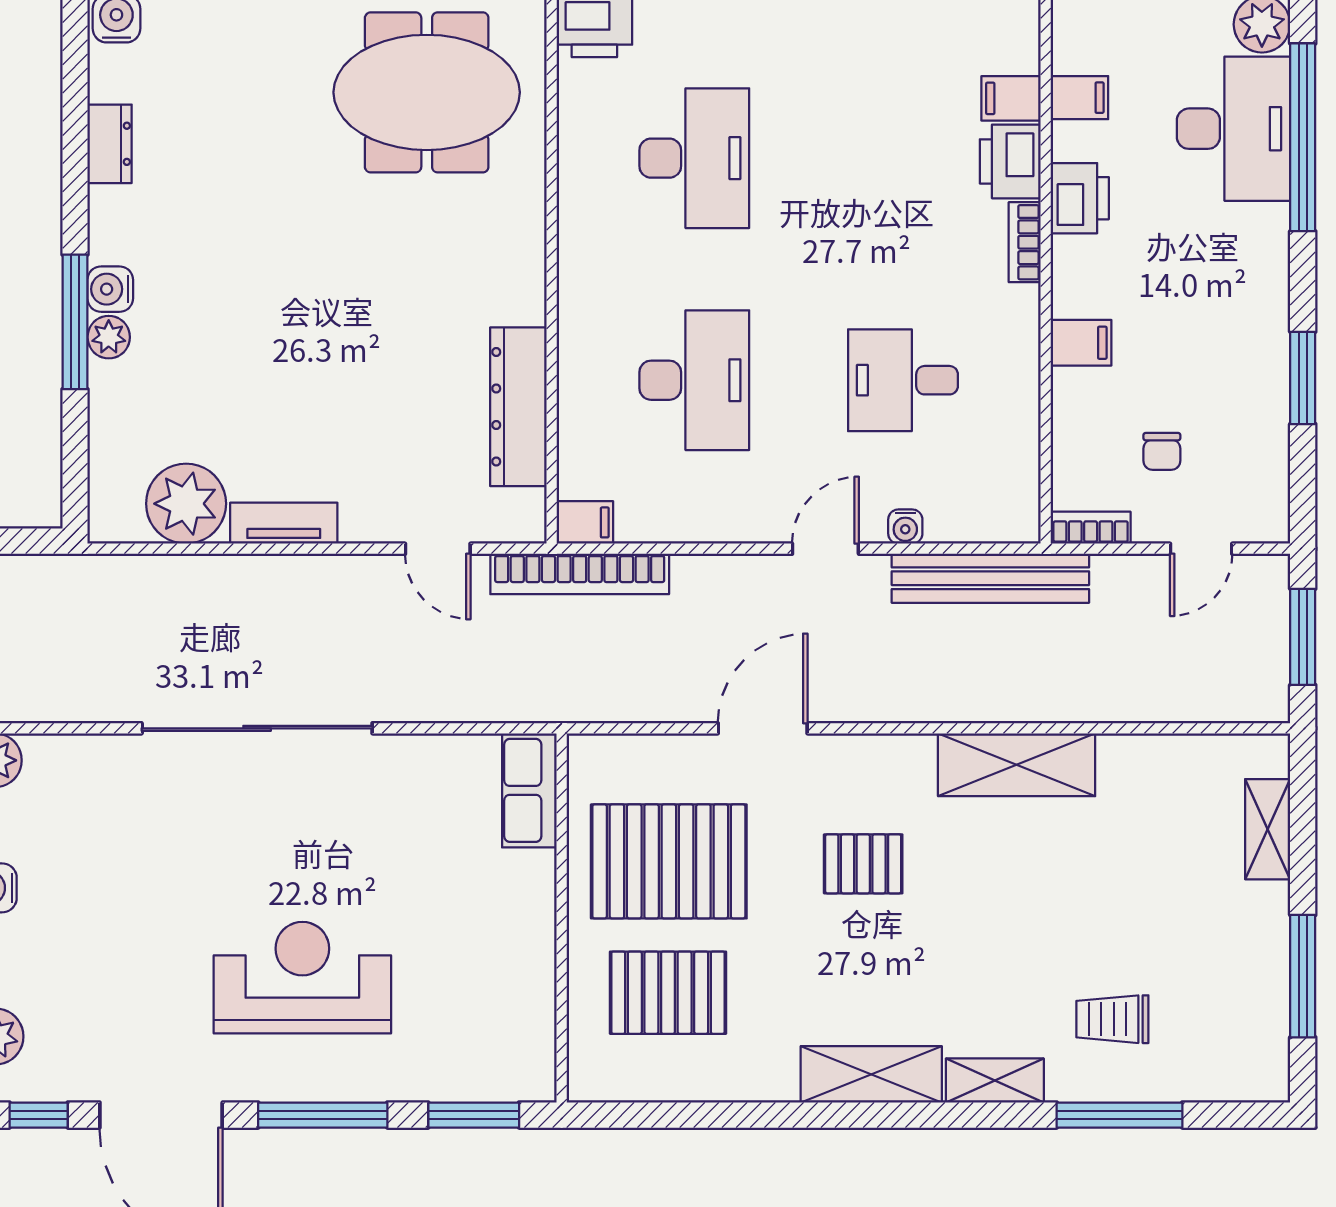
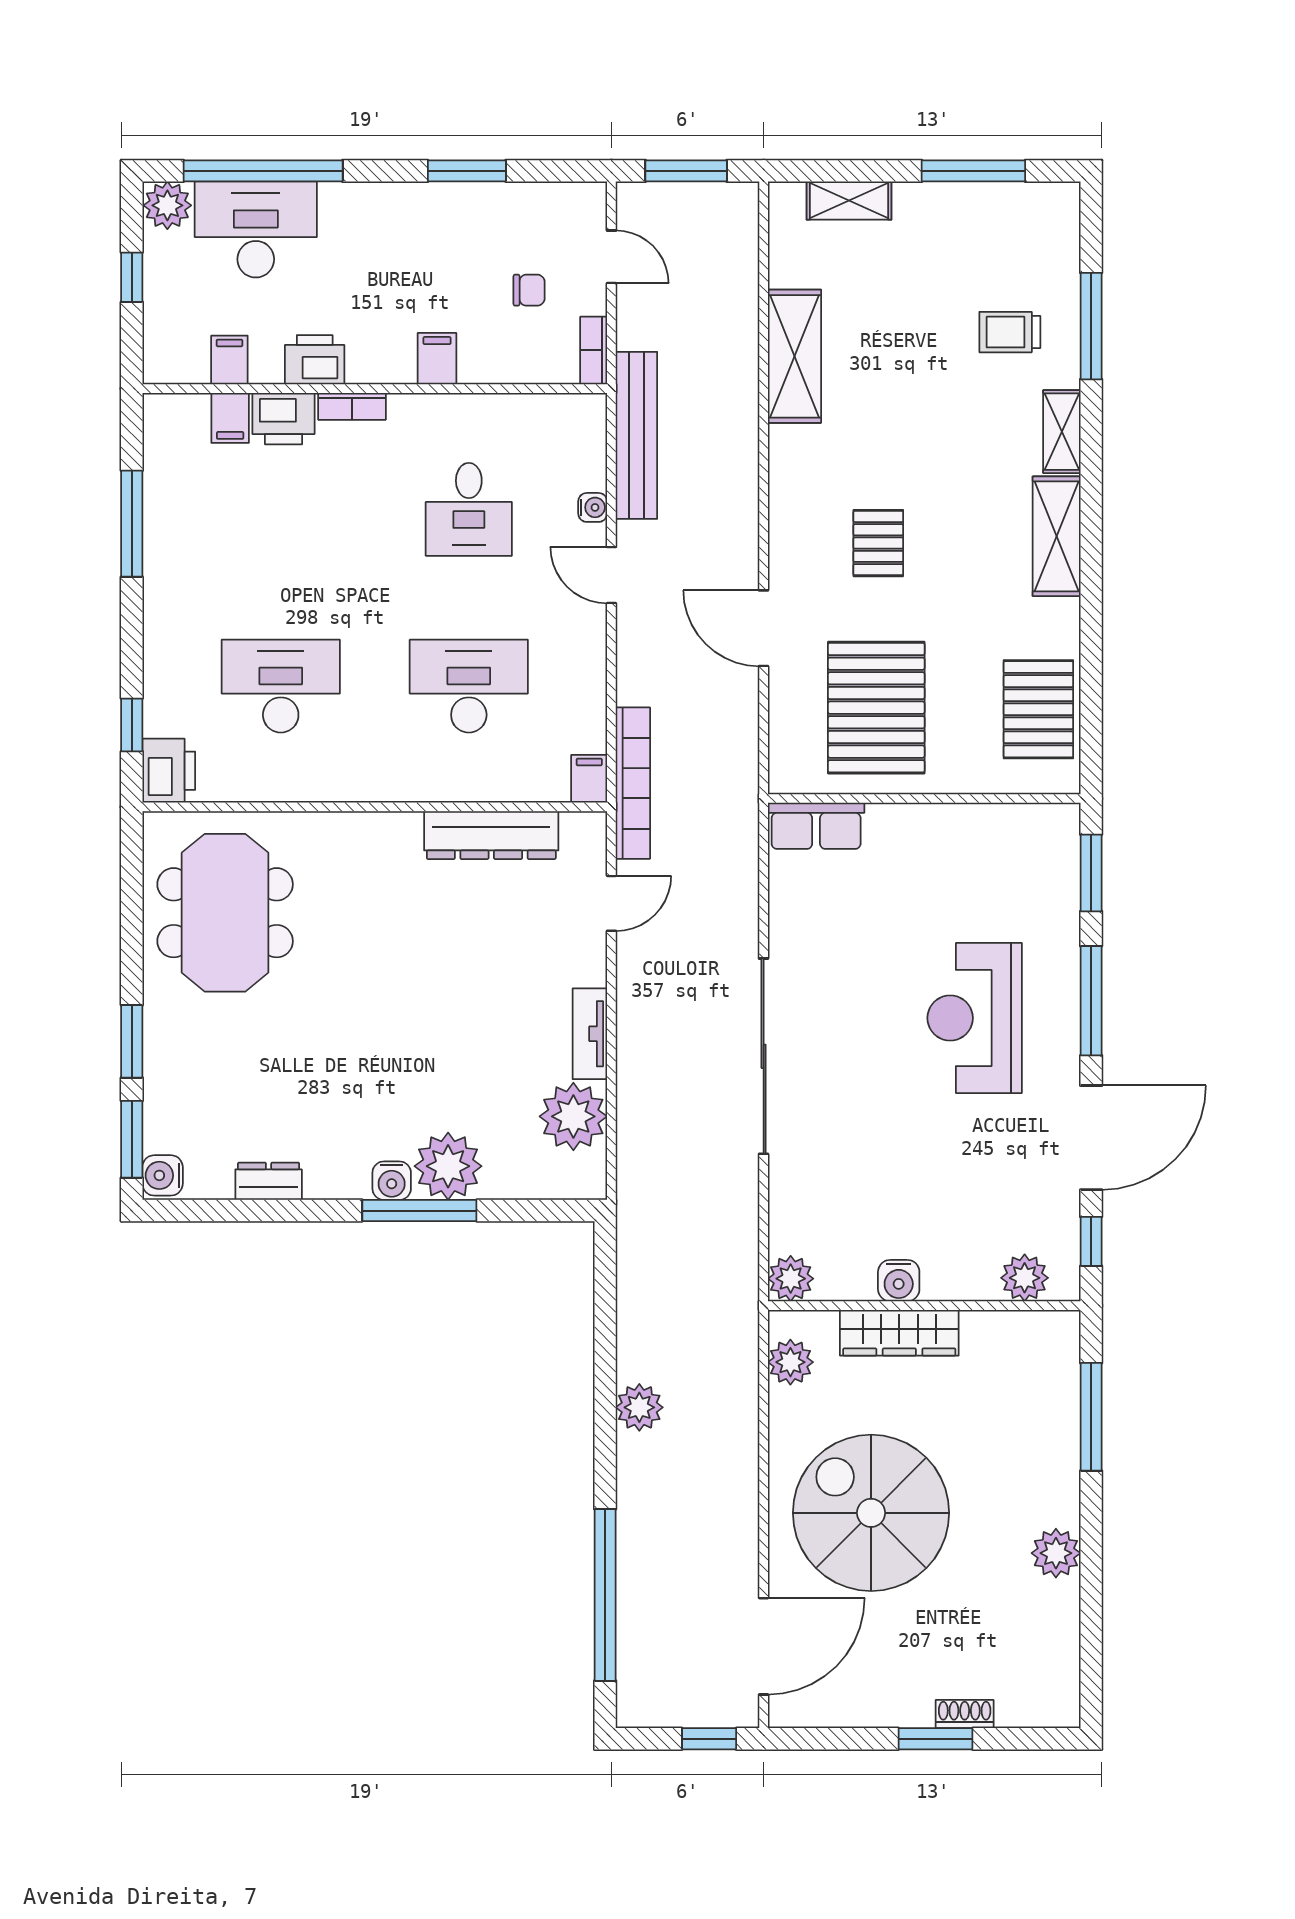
plant: (109, 337) -> (448, 1166), width x1.88, depth x1.88
shelving: (1017, 765) -> (794, 356), moved
pallet: (668, 993) -> (1038, 709), moved
trolley: (1112, 1019) -> (1010, 332), turned 90

